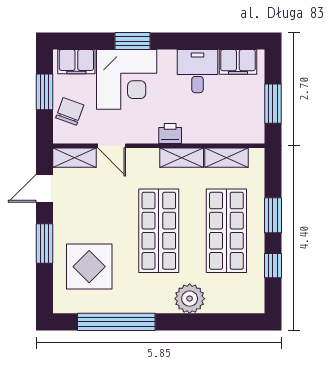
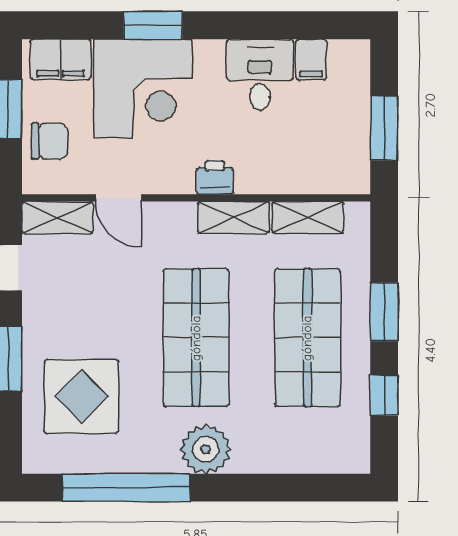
filing cabinet: (238, 62) -> (311, 60), width x0.50
chair: (70, 111) -> (50, 141), turned 70
plant: (190, 299) -> (206, 449), moved

